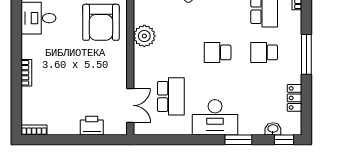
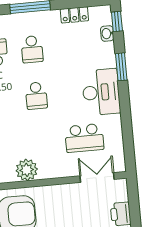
school desk: (171, 96) -> (84, 138), turned 180

